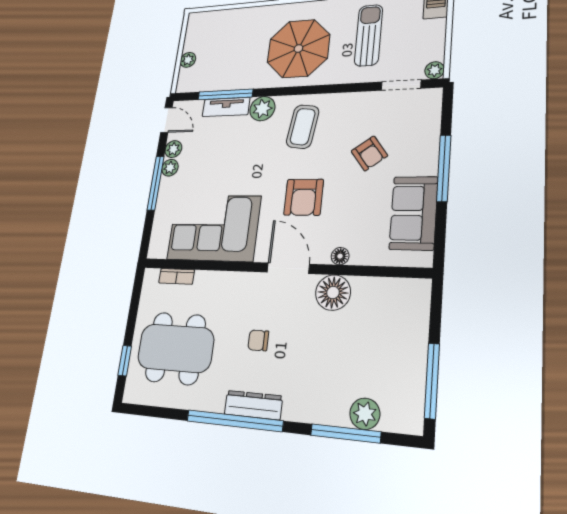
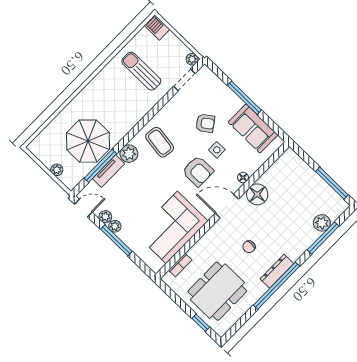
parasol: (298, 48) -> (88, 141), moved
side table: (348, 195) -> (217, 150), added

